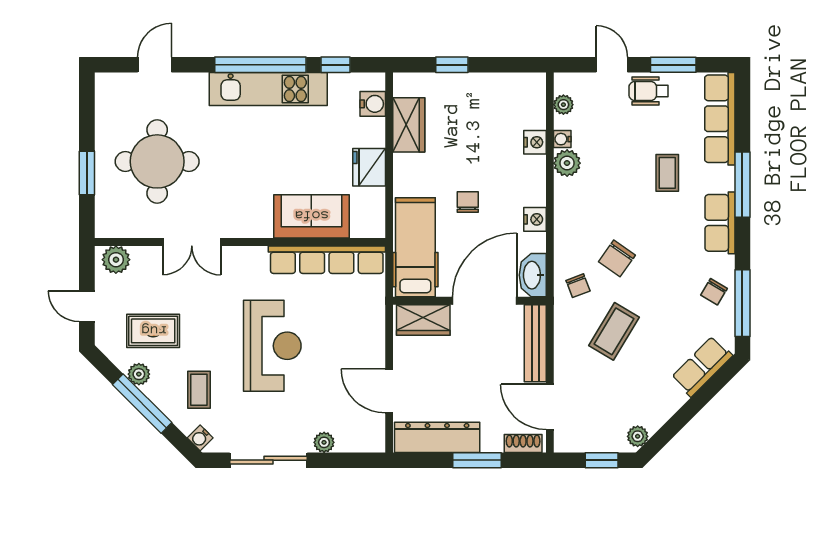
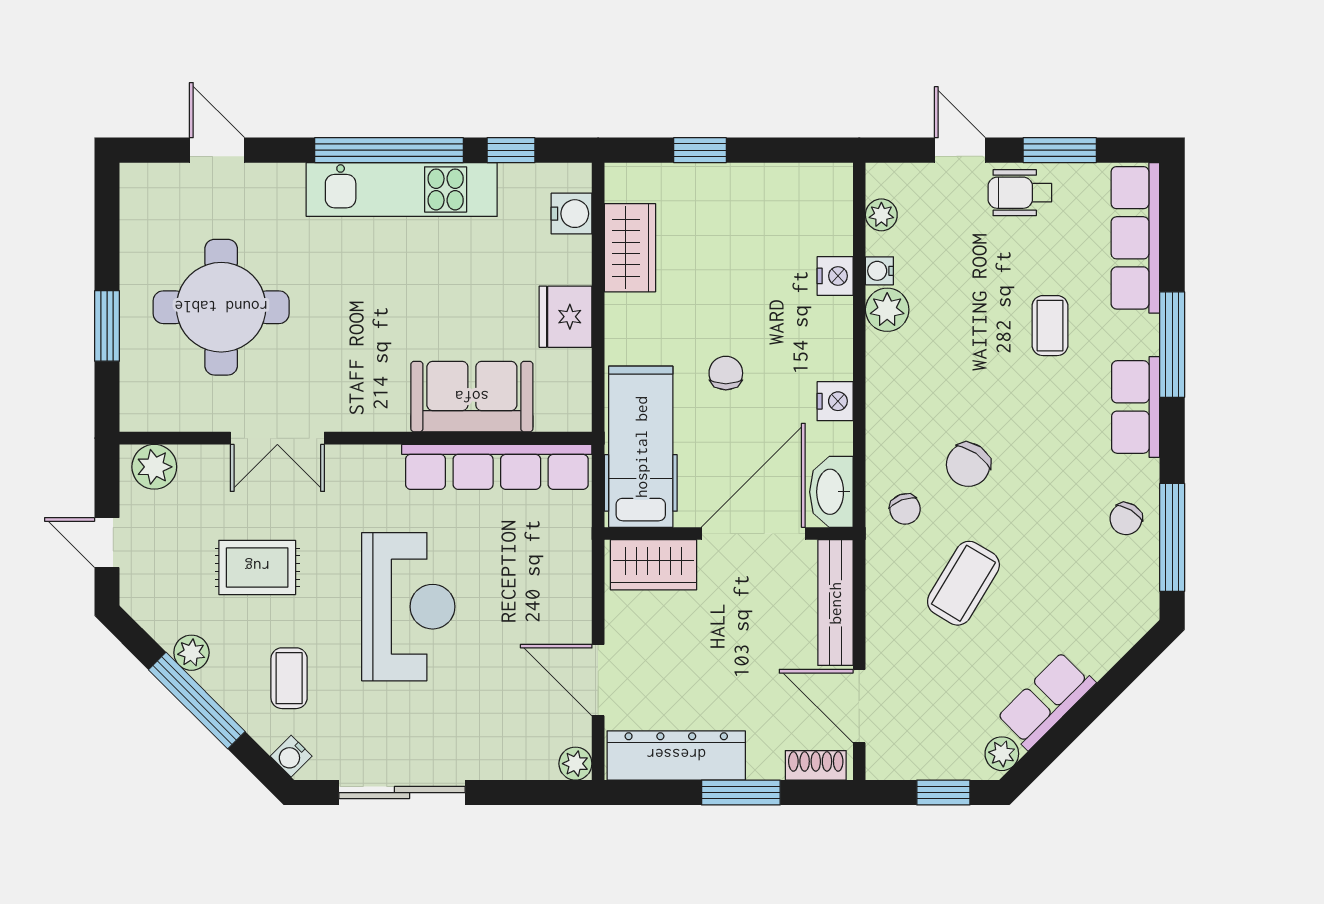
door: (155, 65) -> (217, 150), hinge flipped
rug: (153, 331) -> (257, 567), moved
row of seats: (702, 366) -> (1046, 701), moved
plant: (324, 442) -> (575, 764), moved

